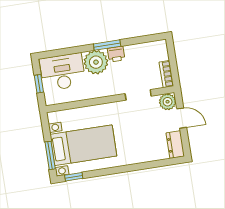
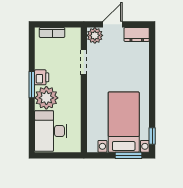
bookcase: (166, 74) -> (52, 32), moved
window: (39, 84) -> (58, 155), removed

